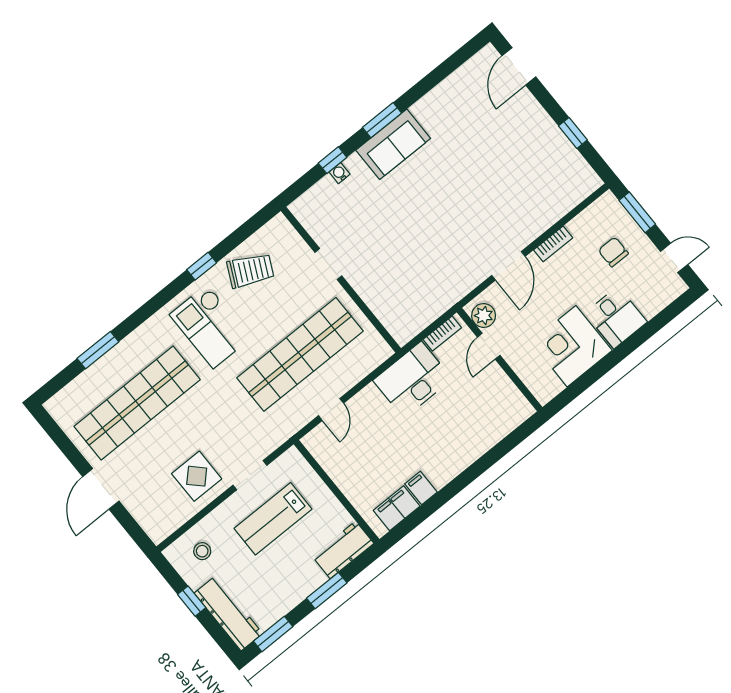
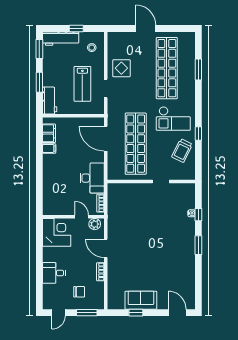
sofa: (393, 144) -> (141, 300), moved, turned 90
checkout: (210, 326) -> (173, 119), turned 180
corner desk: (572, 346) -> (57, 232), moved
door: (331, 409) -> (106, 139), width x1.88
lab bench: (273, 519) -> (82, 84), turned 180

